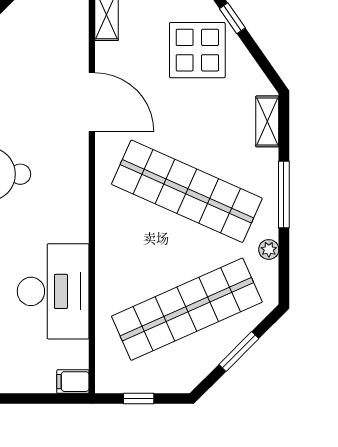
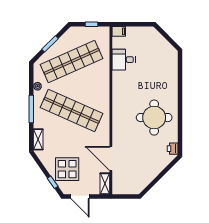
door: (92, 102) -> (111, 159), moved
desk: (53, 291) -> (124, 60), width x0.53, depth x0.77

